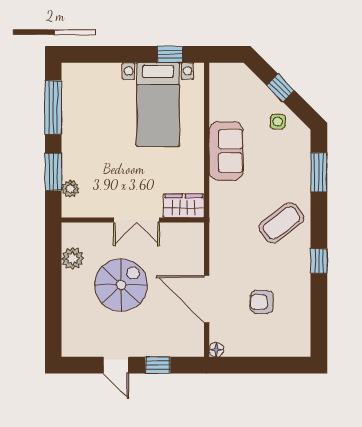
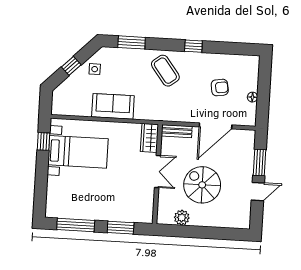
plant: (70, 189) -> (133, 216), removed
bench: (196, 244) -> (177, 131), added
armchair: (262, 302) -> (220, 88), turned -99
floor lamp: (216, 350) -> (252, 97), moved
window: (158, 365) -> (259, 162), width x1.50

